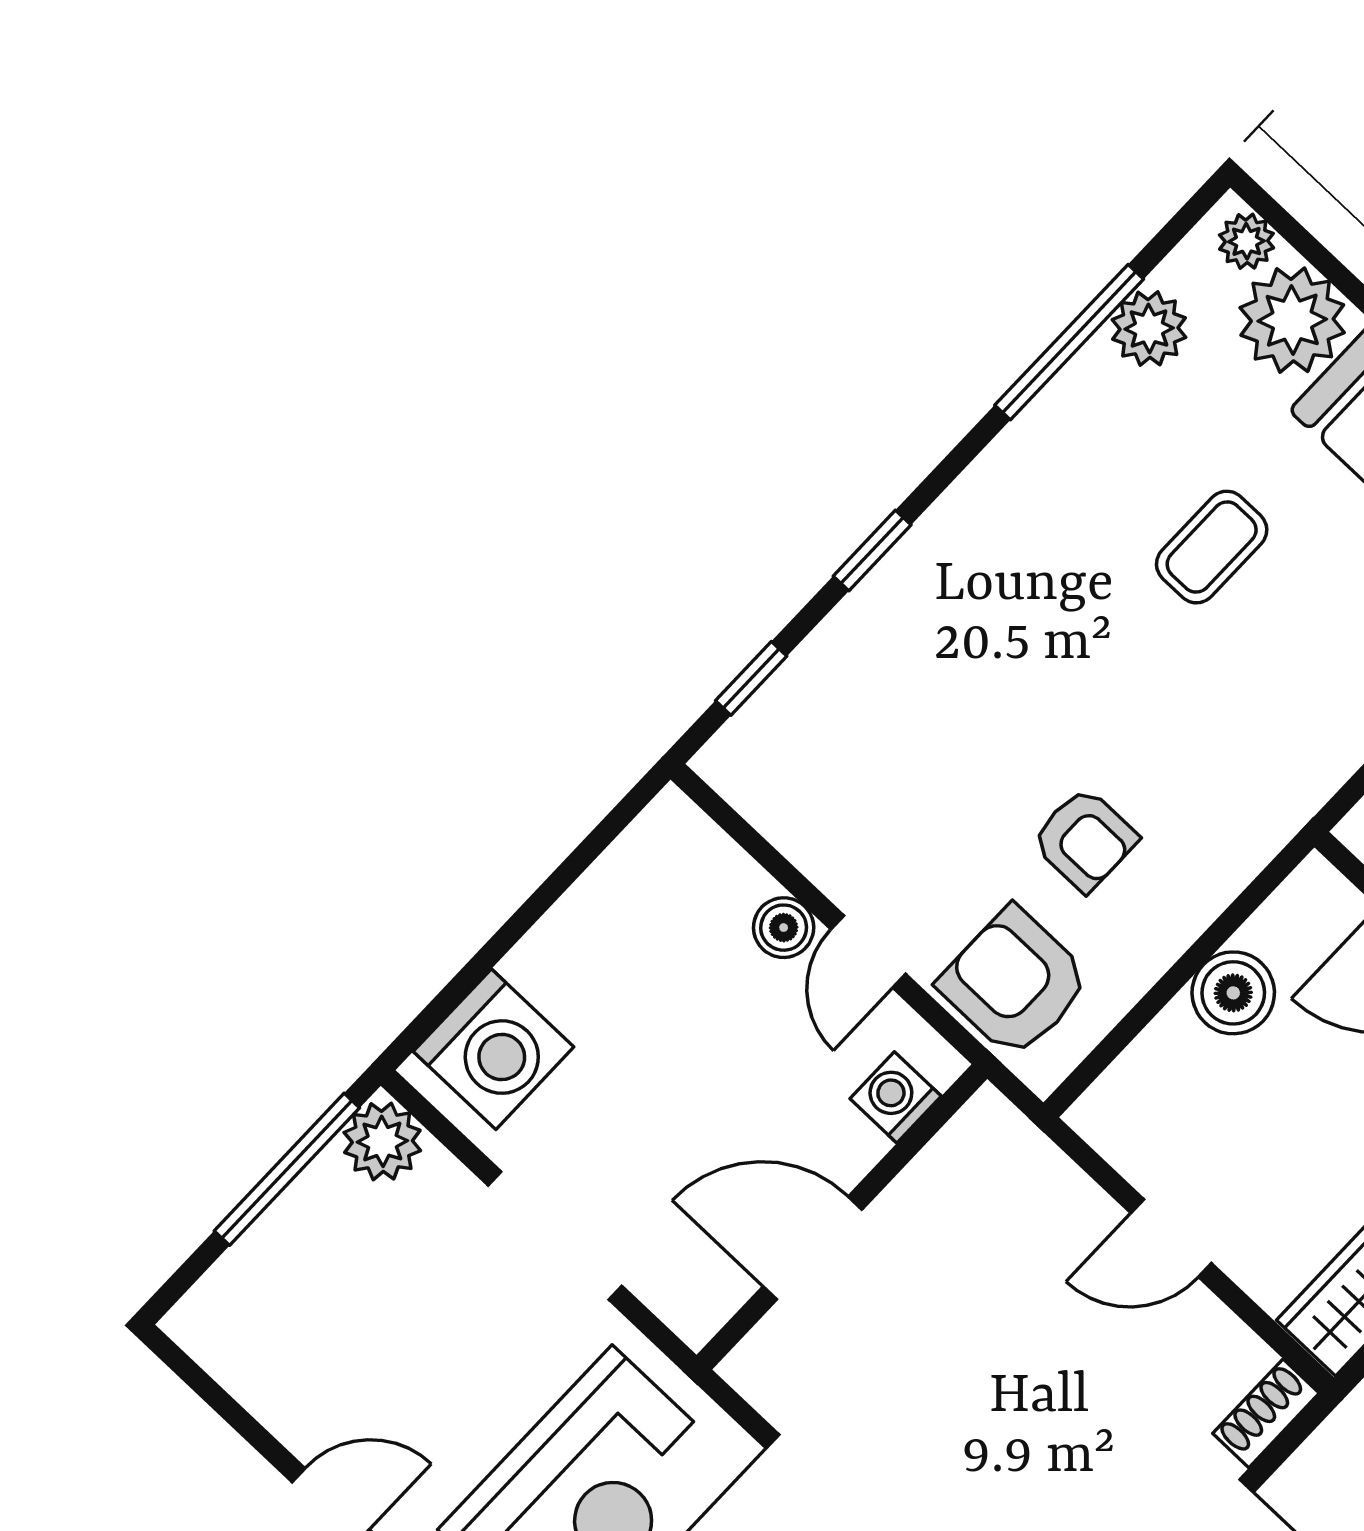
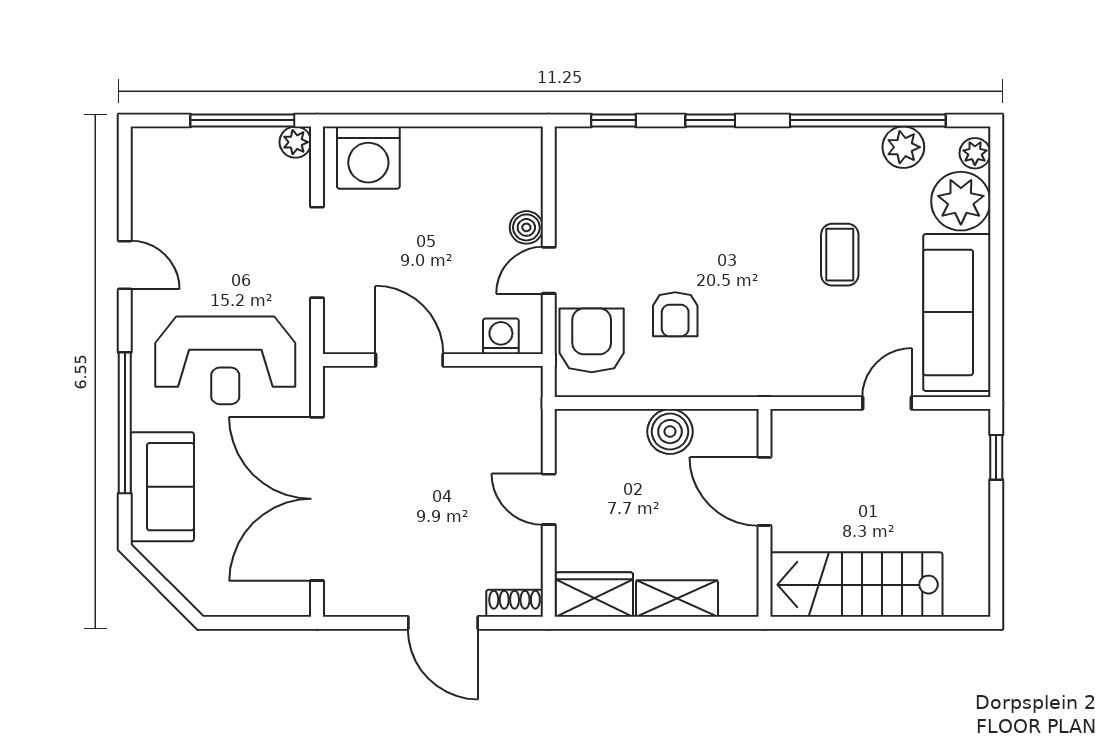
window: (1069, 342) -> (868, 120), width x1.46
coffee table: (1212, 547) -> (840, 255), turned 90
plant: (382, 1141) -> (295, 142), width x0.73, depth x0.73

